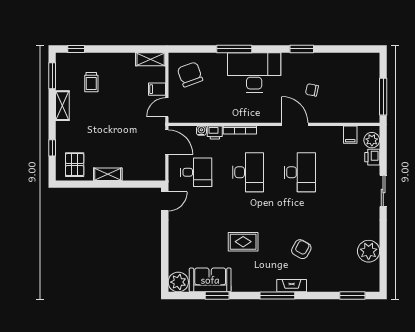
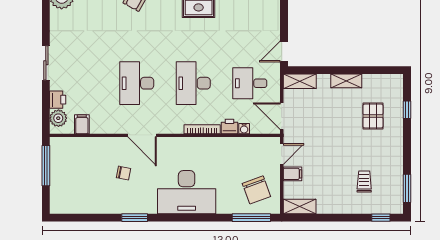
window: (234, 49) -> (251, 218), moved
shelving: (62, 106) -> (300, 81), moved, turned 90
pallet: (75, 165) -> (373, 116), moved

